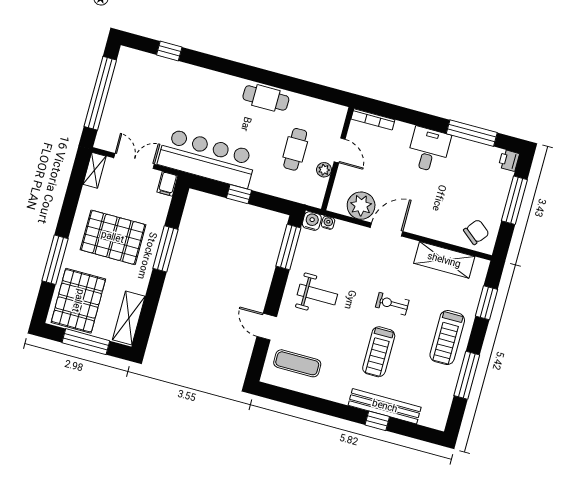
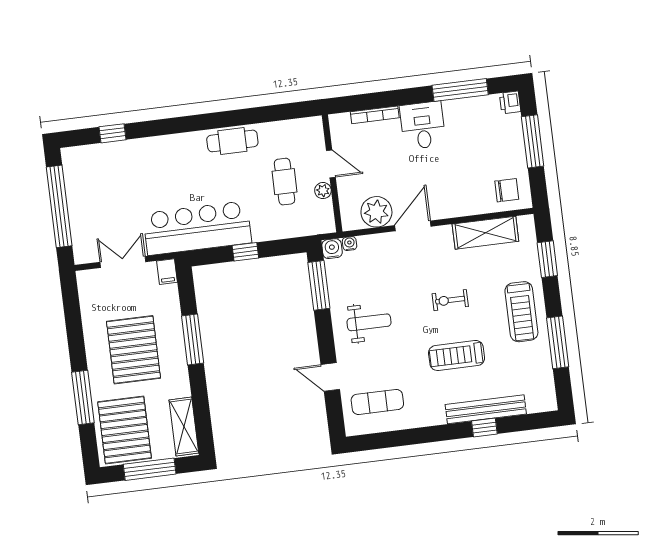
bookcase: (373, 119) -> (375, 115), moved
shelving: (94, 170) -> (86, 288), removed
chair: (476, 232) -> (507, 190), turned 51
pallet: (113, 237) -> (133, 350), turned 90
treadmill: (379, 352) -> (457, 355), turned 90

